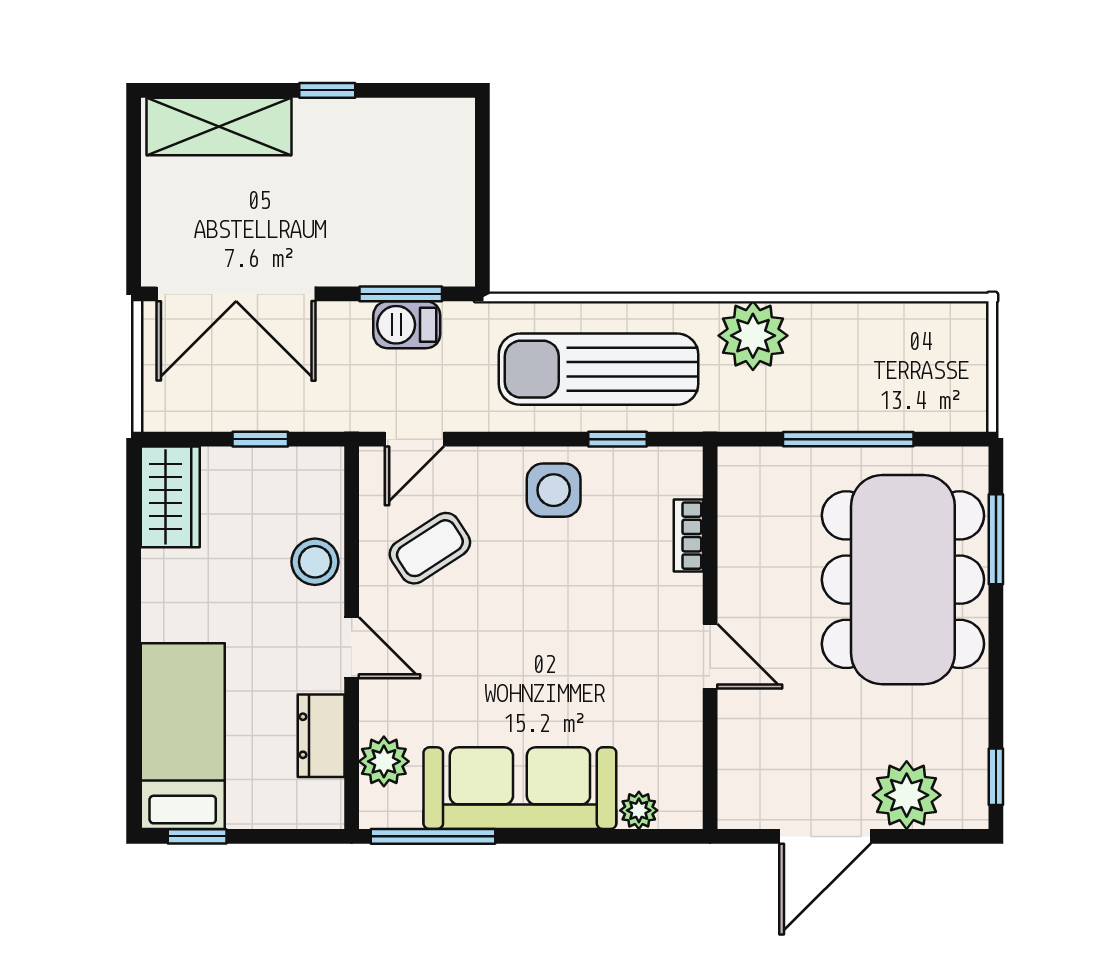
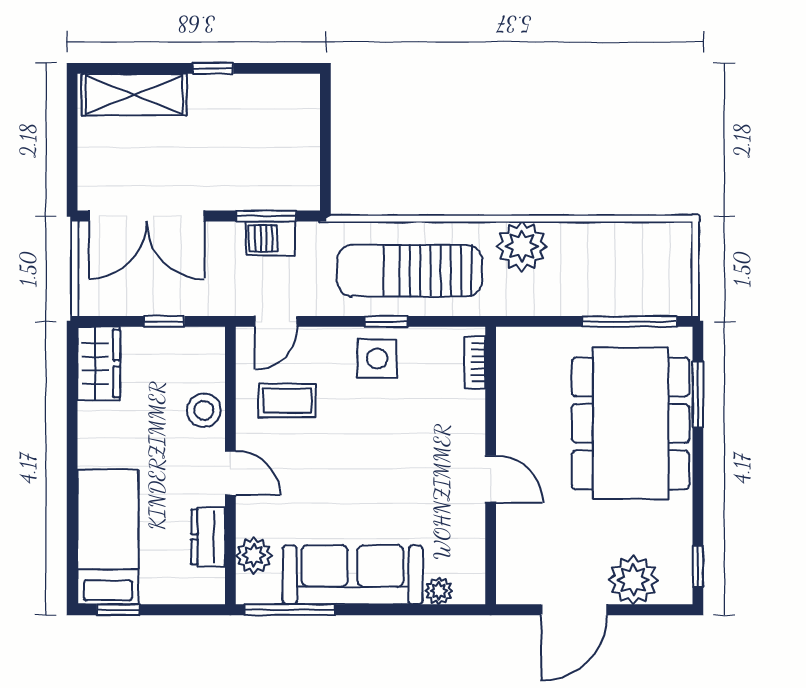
window: (617, 439) -> (386, 321), moved
window: (848, 439) -> (629, 321), moved
bookcase: (688, 536) -> (475, 363), moved
coffee table: (430, 548) -> (287, 401), turned 33

